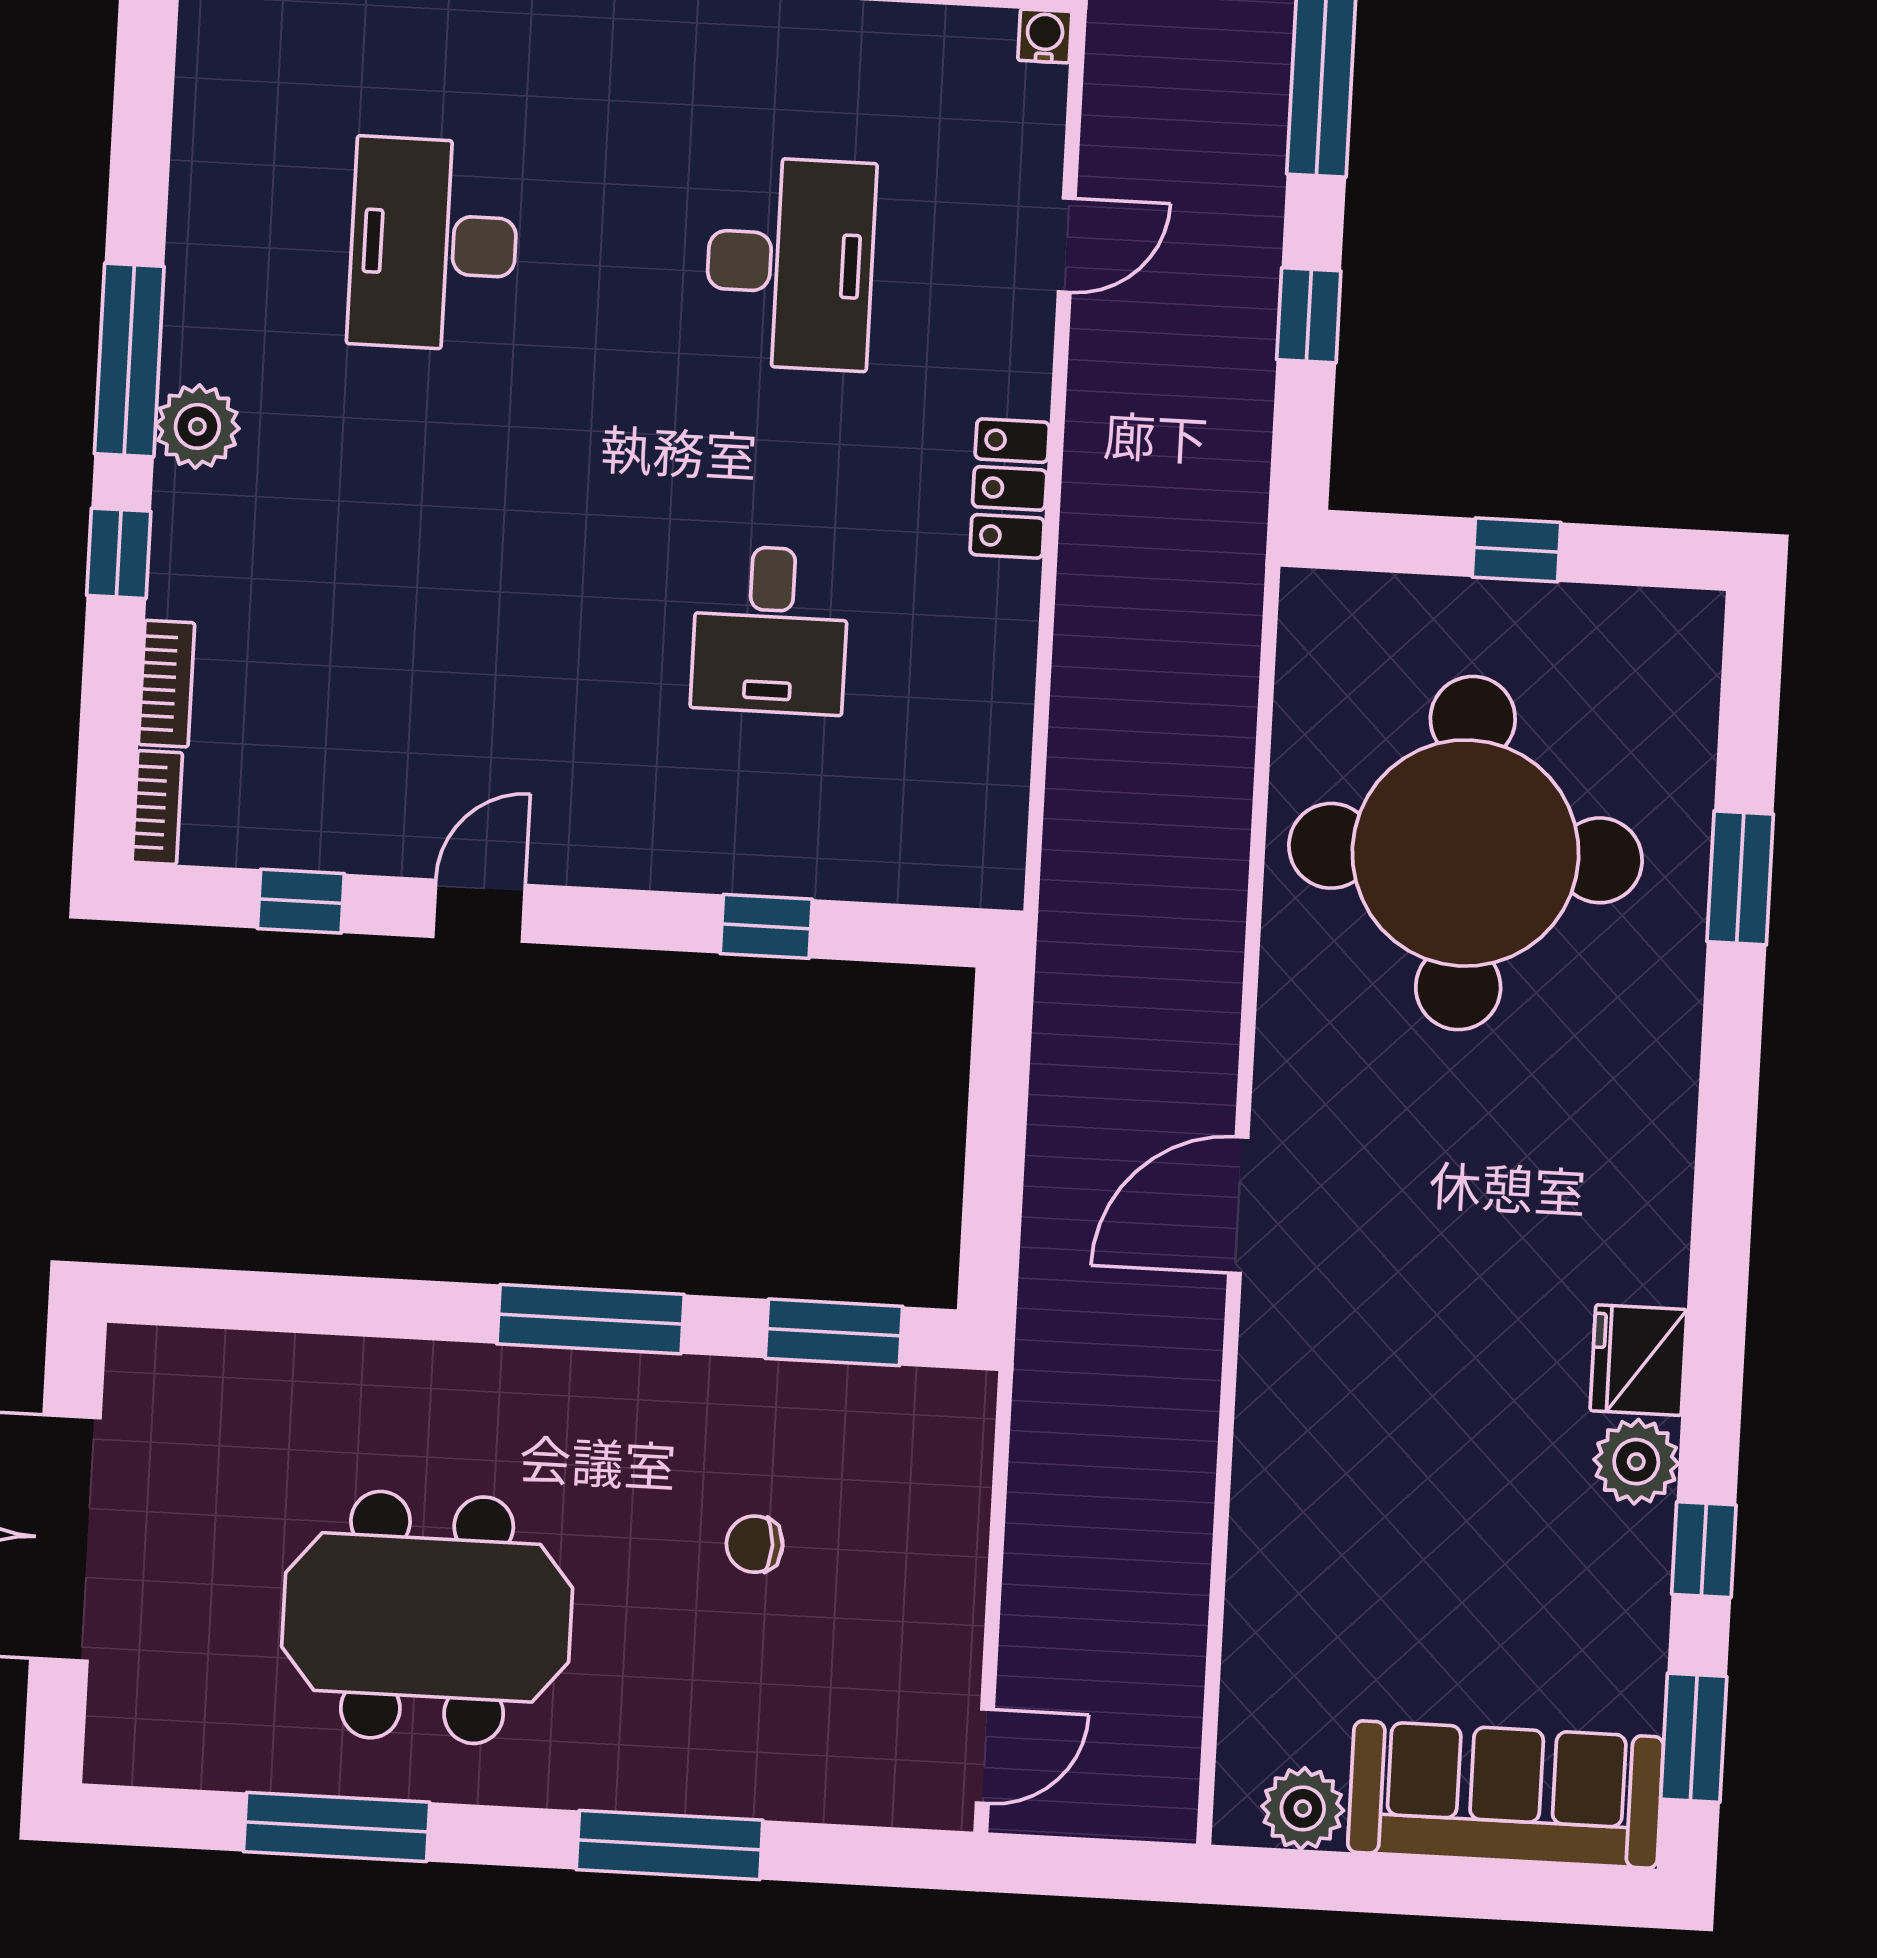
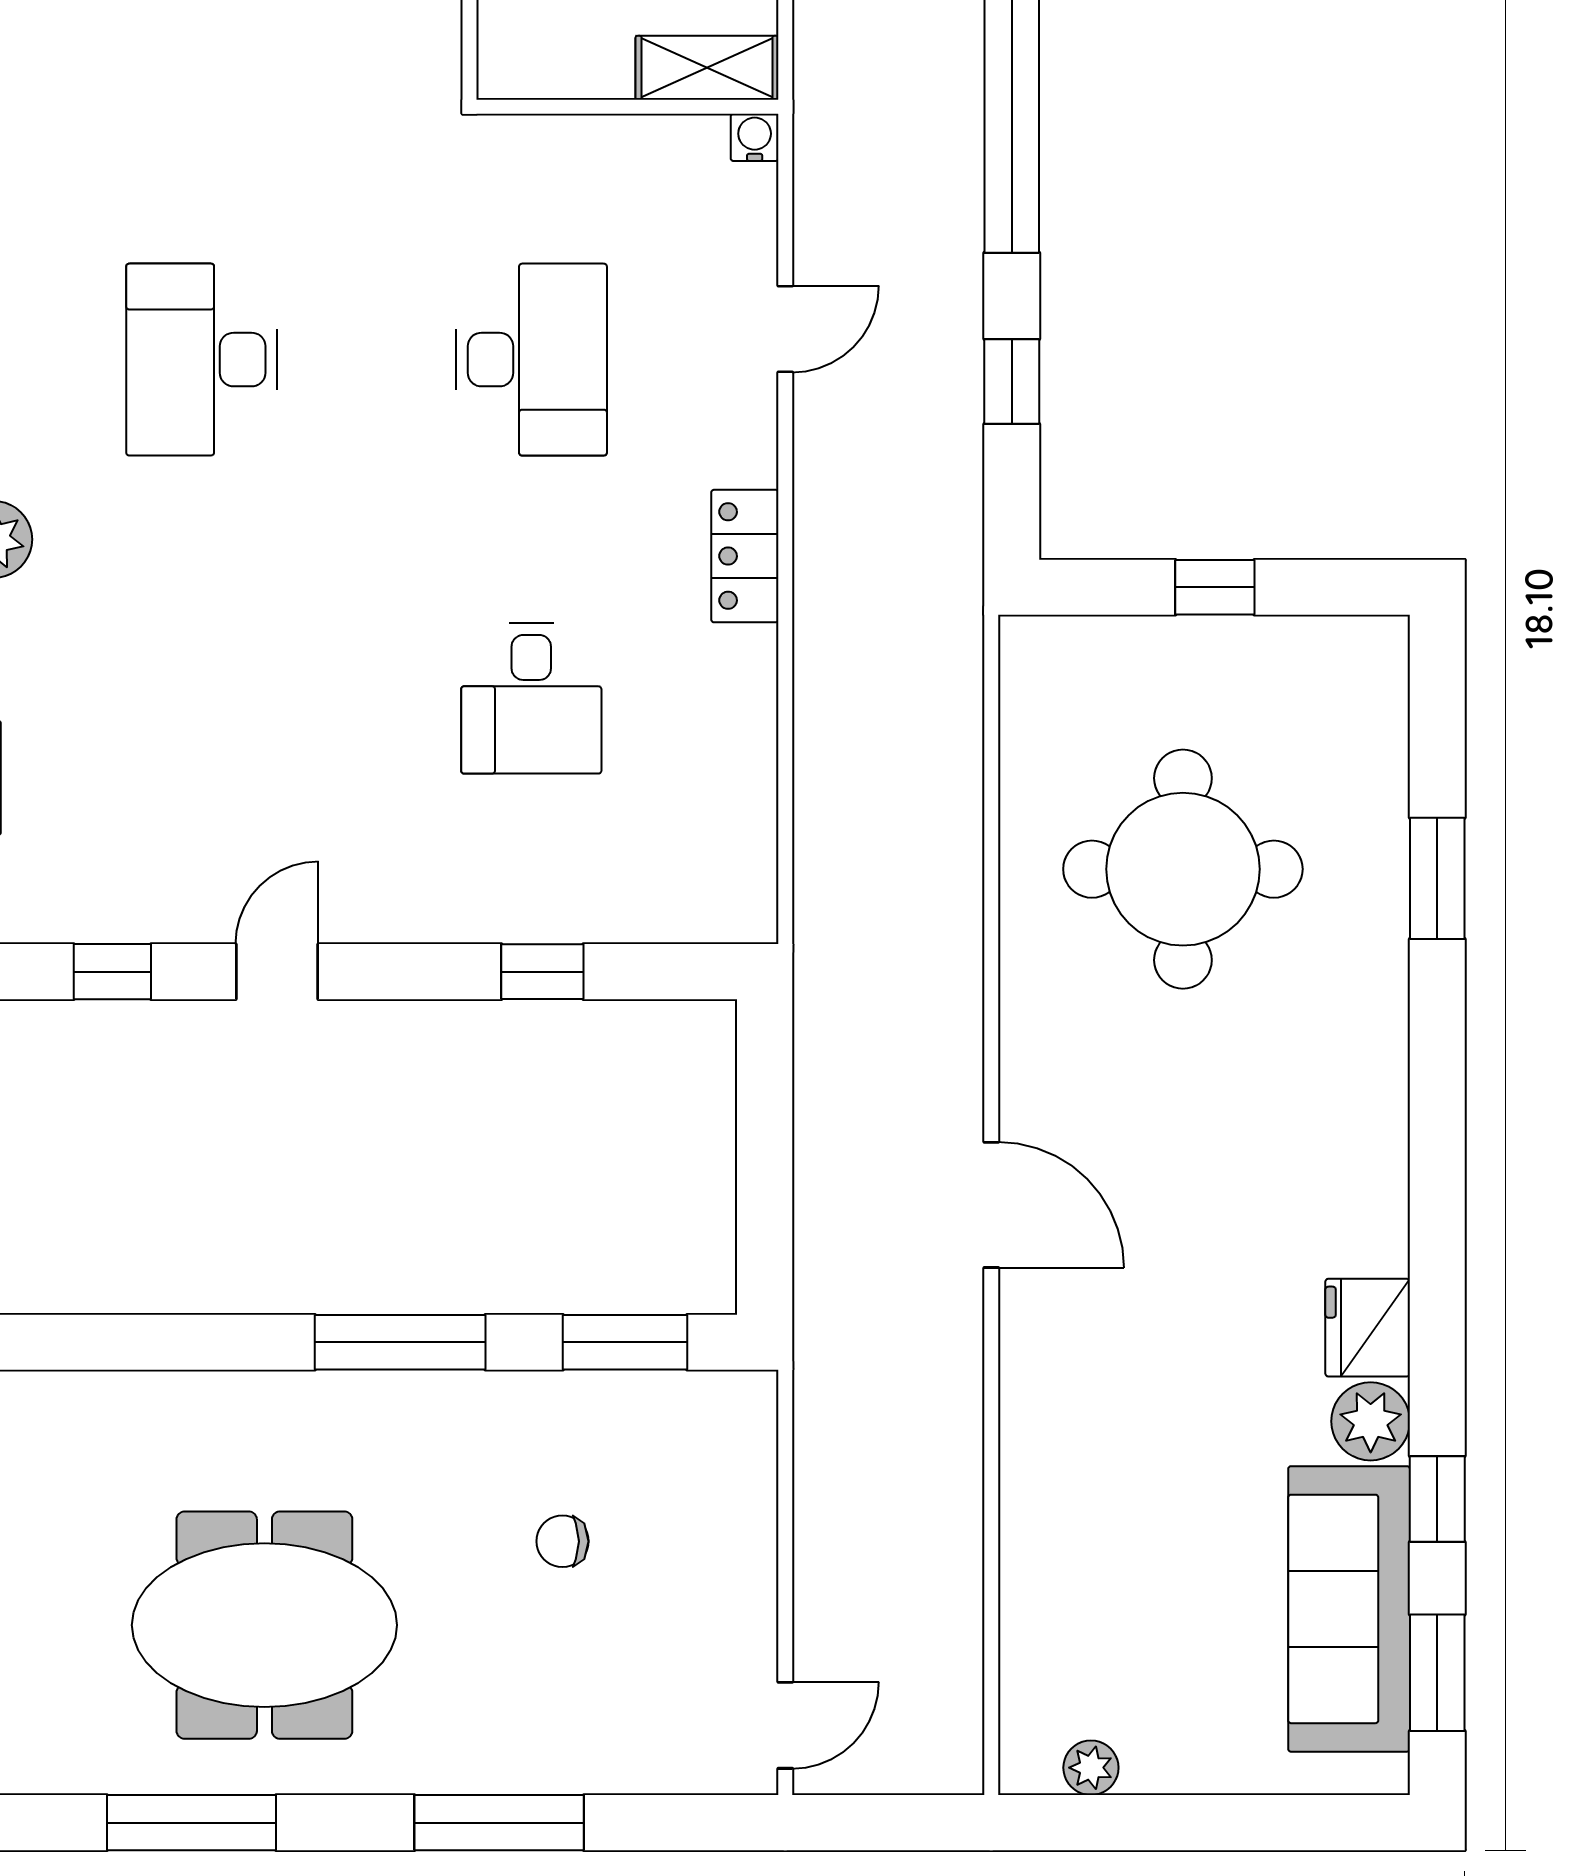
round table: (1465, 853) -> (1183, 869), width x0.73, depth x0.73
door: (1238, 1205) -> (991, 1205), swing flipped
sofa: (1506, 1794) -> (1349, 1609), moved, turned -90
plant: (1303, 1808) -> (1091, 1768), width x0.73, depth x0.73

